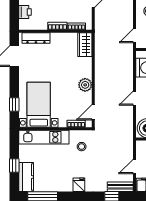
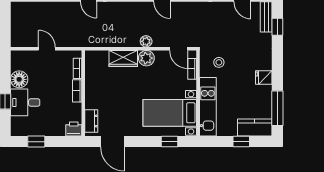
printer: (25, 12) -> (74, 129), moved
dresser: (36, 38) -> (91, 121), width x0.70
wardrobe: (85, 45) -> (123, 58), moved
plant: (99, 85) -> (146, 41), added
fridge: (79, 185) -> (264, 78), moved

